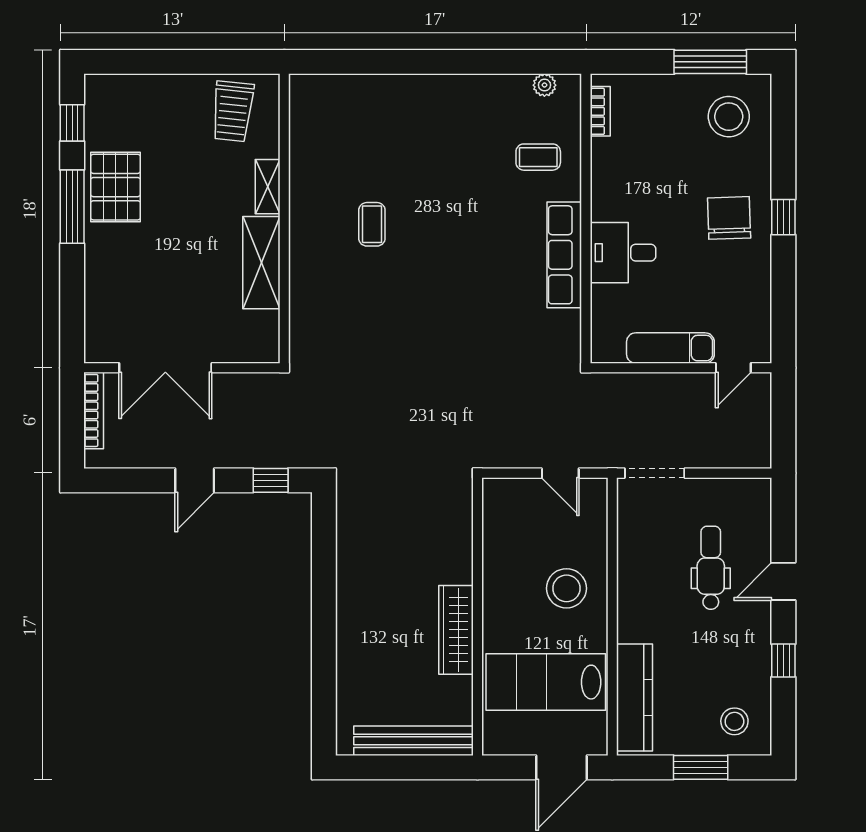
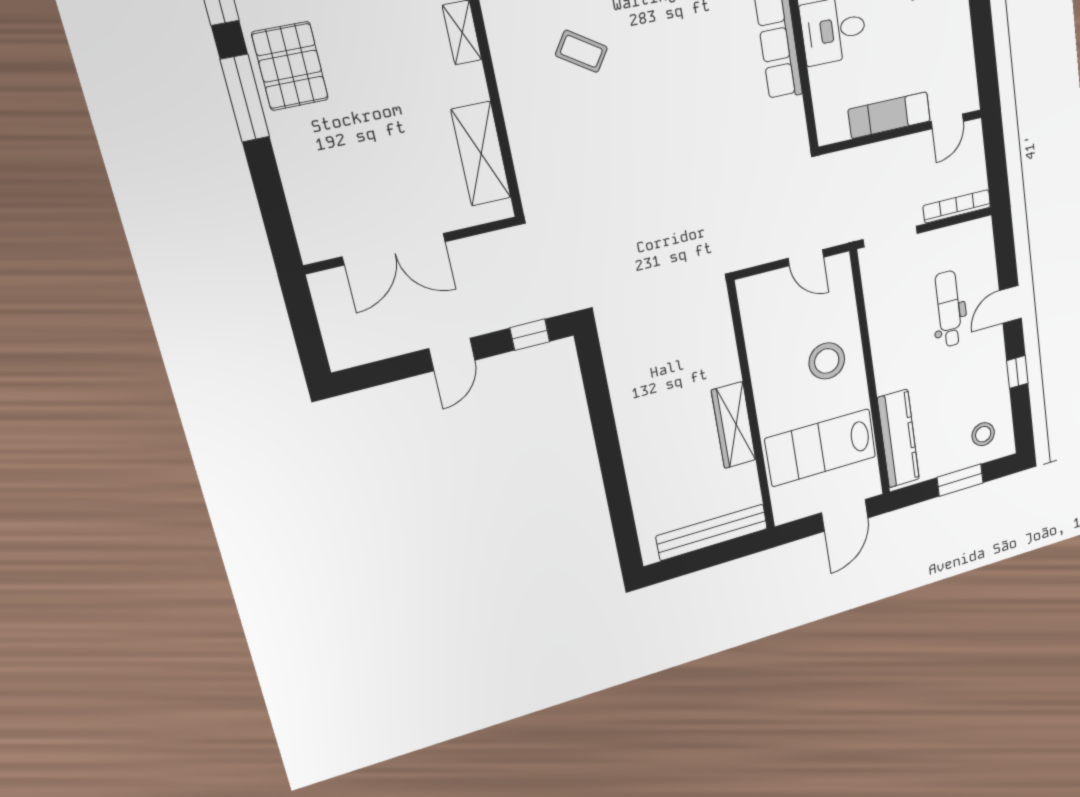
coffee table: (372, 224) -> (581, 51), turned -57
shelving: (261, 263) -> (481, 154), moved
bookcase: (94, 410) -> (957, 206), moved, turned -90

